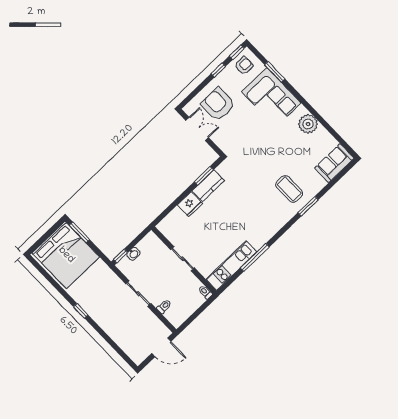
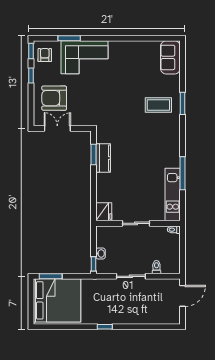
plant: (308, 124) -> (127, 50), removed
fridge: (190, 204) -> (104, 212), moved

